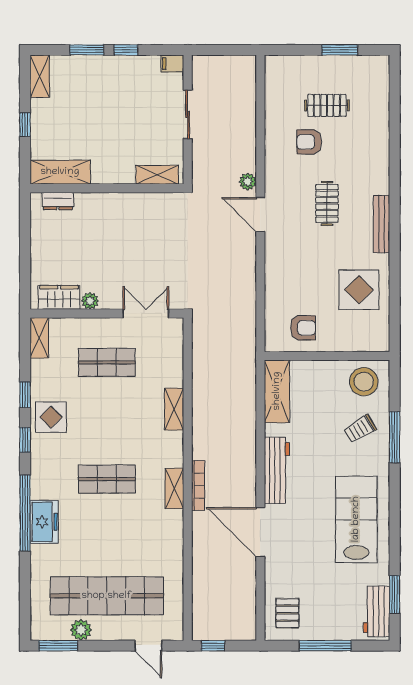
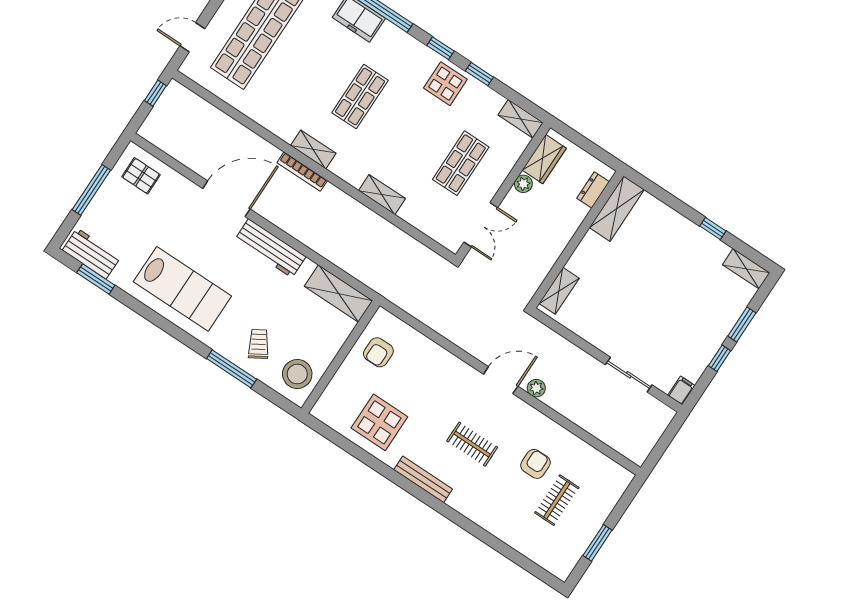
shelving: (60, 172) -> (617, 209), moved
shelving: (157, 175) -> (559, 291), moved
wall: (107, 188) -> (576, 240), moved
dresser: (58, 201) -> (593, 190), moved

